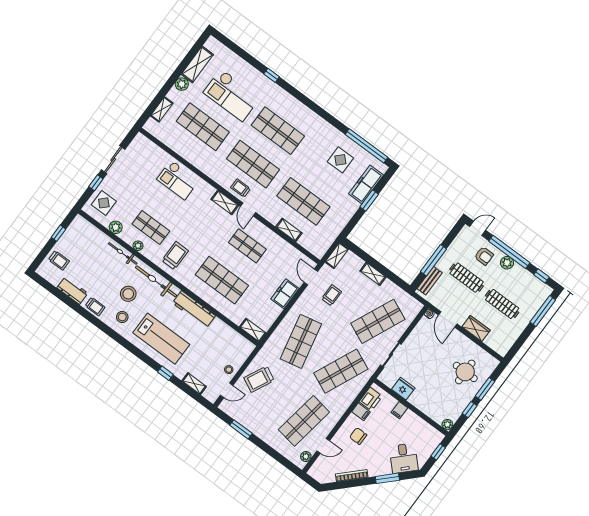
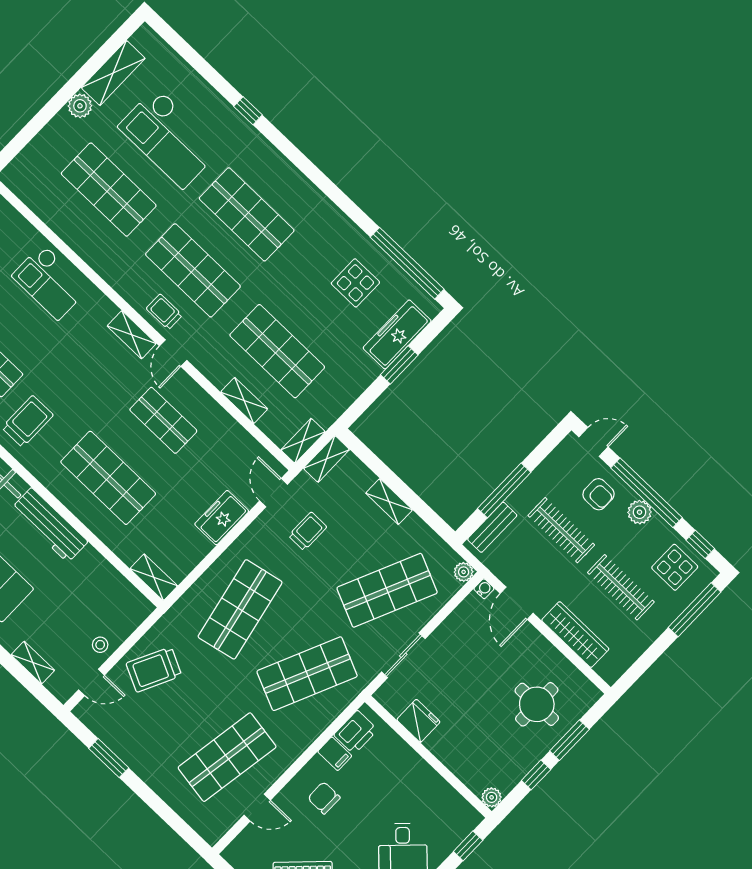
shelving: (162, 109) -> (303, 441), moved
display table: (529, 290) -> (675, 567), added
wardrobe: (476, 329) -> (575, 635), width x1.50
filing cabinet: (399, 410) -> (406, 760), removed
plant: (306, 456) -> (464, 572), moved

